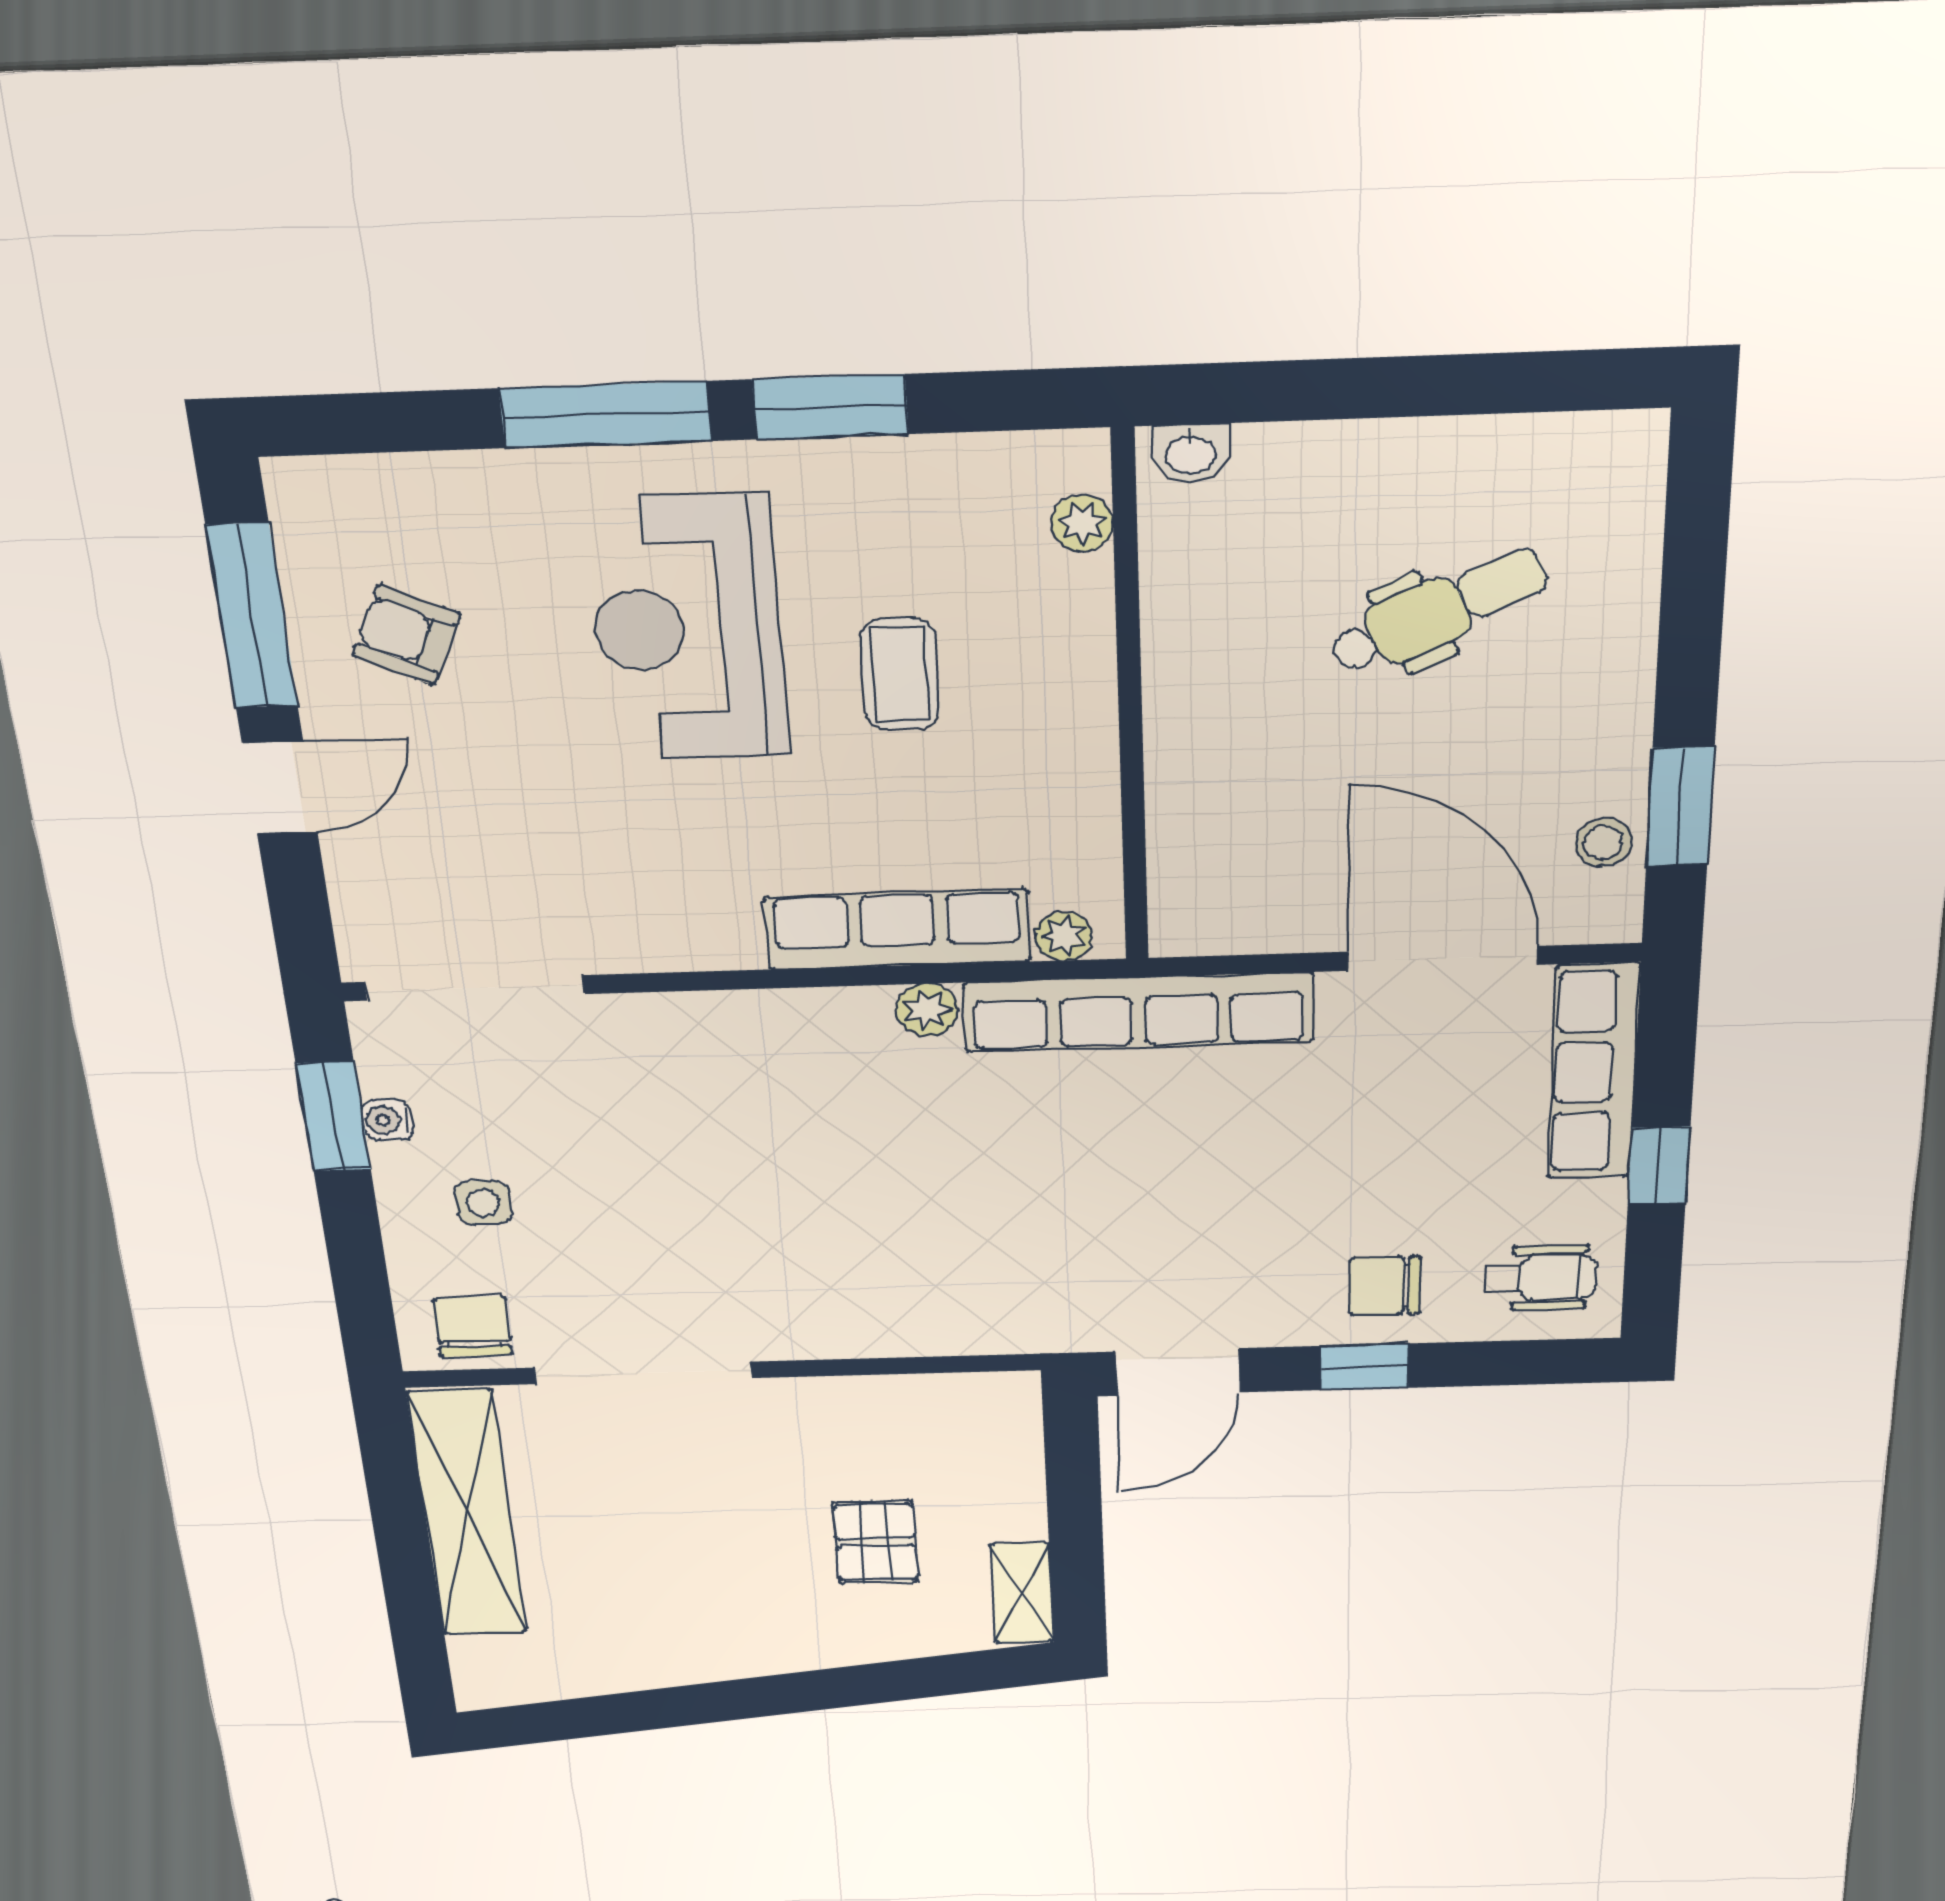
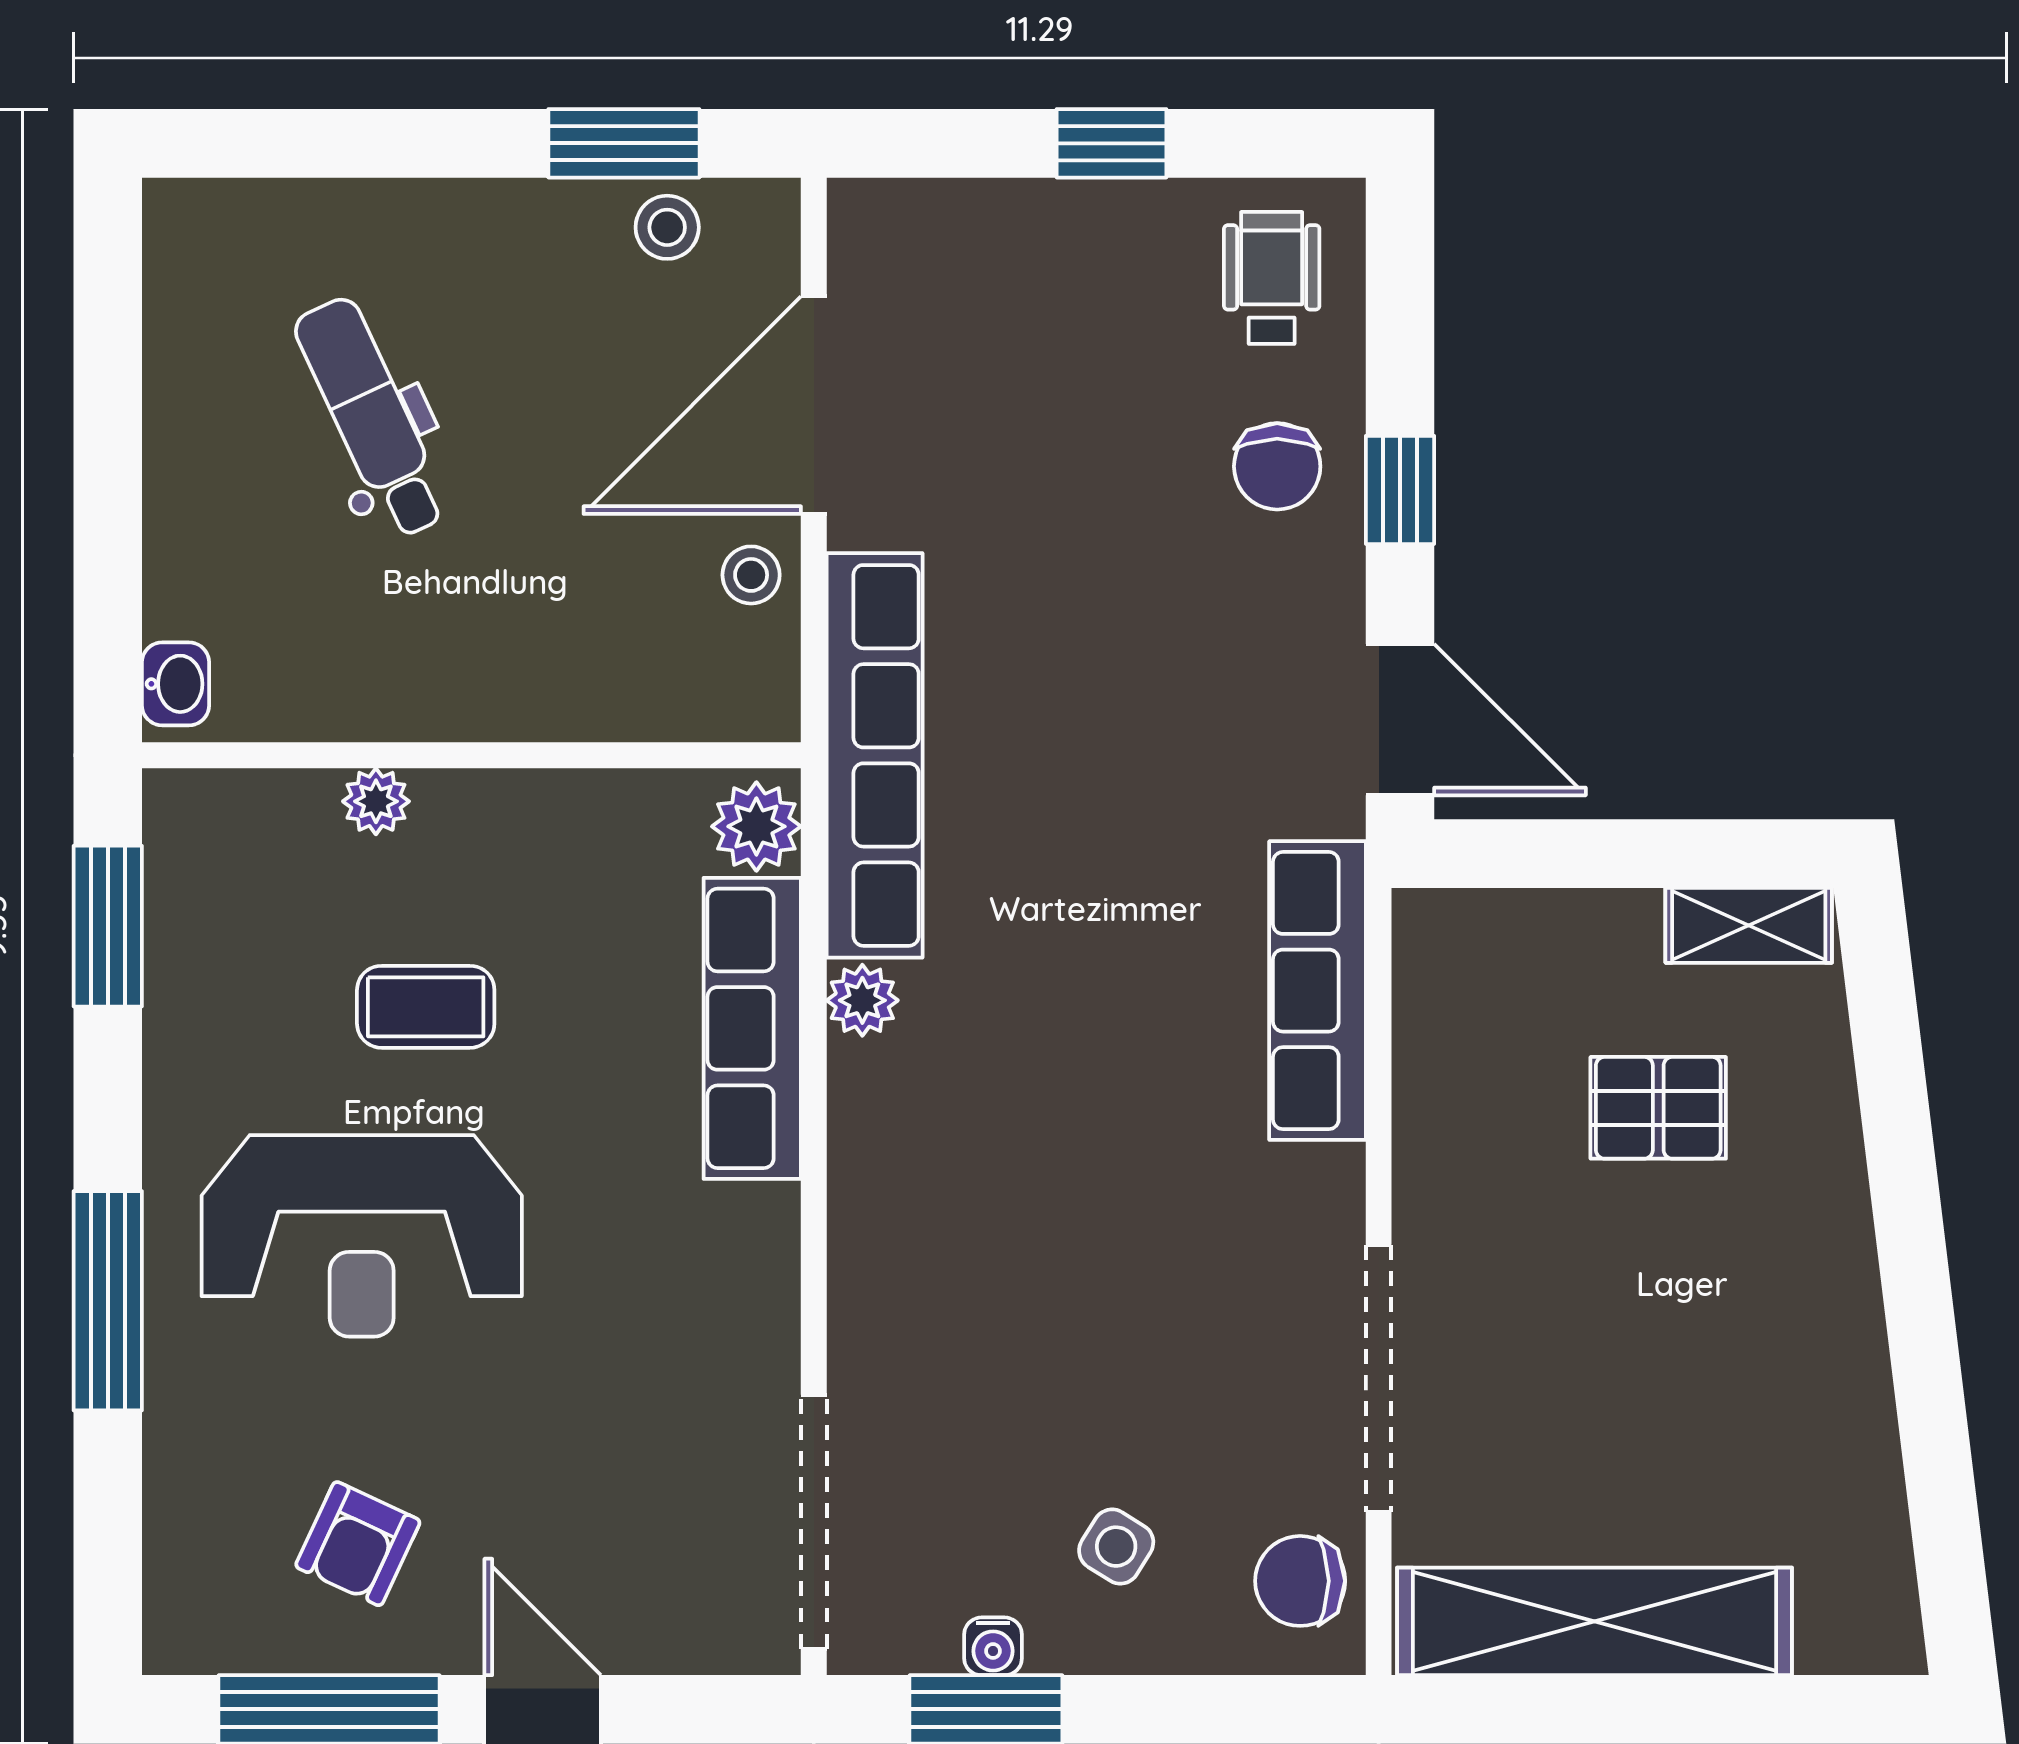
window: (830, 407) -> (108, 926), moved
plant: (1082, 523) -> (376, 801), moved
stool: (1294, 916) -> (751, 575), added
plant: (1064, 936) -> (756, 826), width x1.38, depth x1.38
row of seats: (1594, 1072) -> (1317, 991), moved, turned 90
side table: (483, 1203) -> (1116, 1547), turned 32

